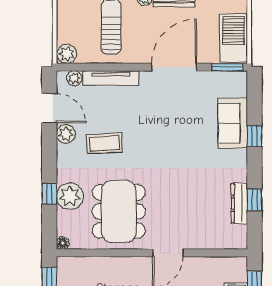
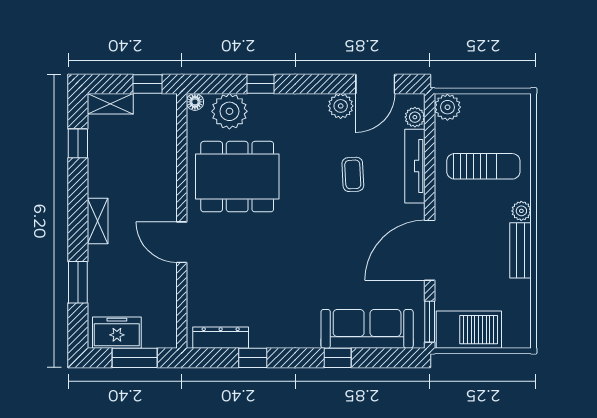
door: (174, 67) -> (430, 250), swing flipped
sofa: (233, 123) -> (367, 329), width x1.36
coffee table: (104, 143) -> (353, 174), moved, width x0.73, depth x0.77
plant: (70, 196) -> (229, 111), moved
dresser: (239, 203) -> (221, 338), moved

